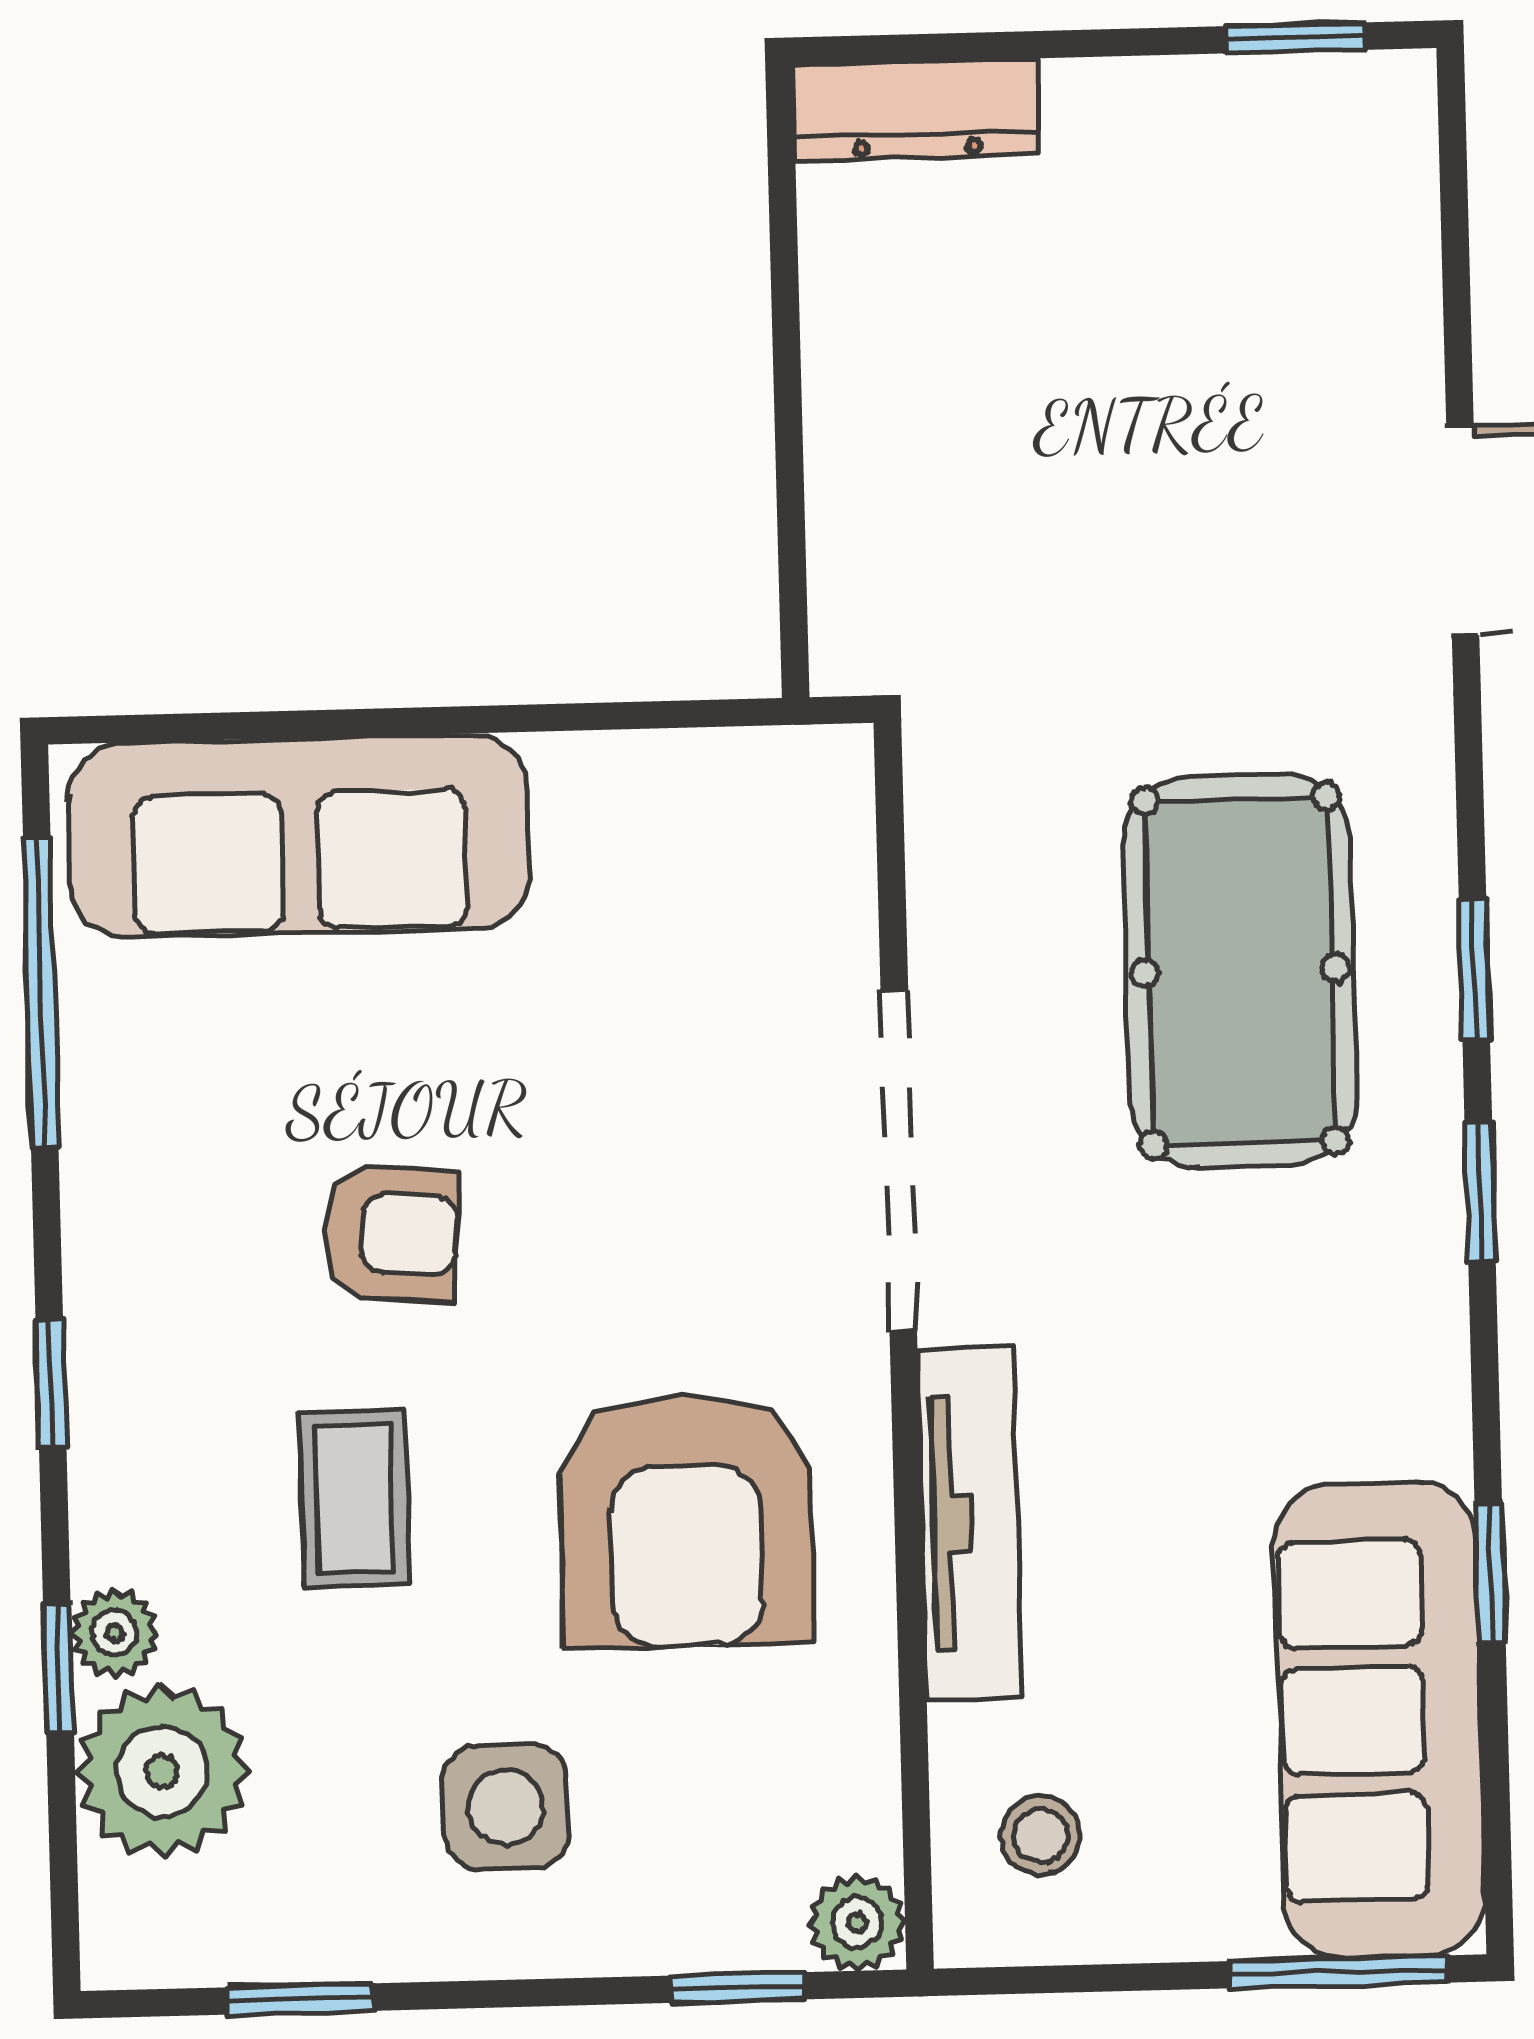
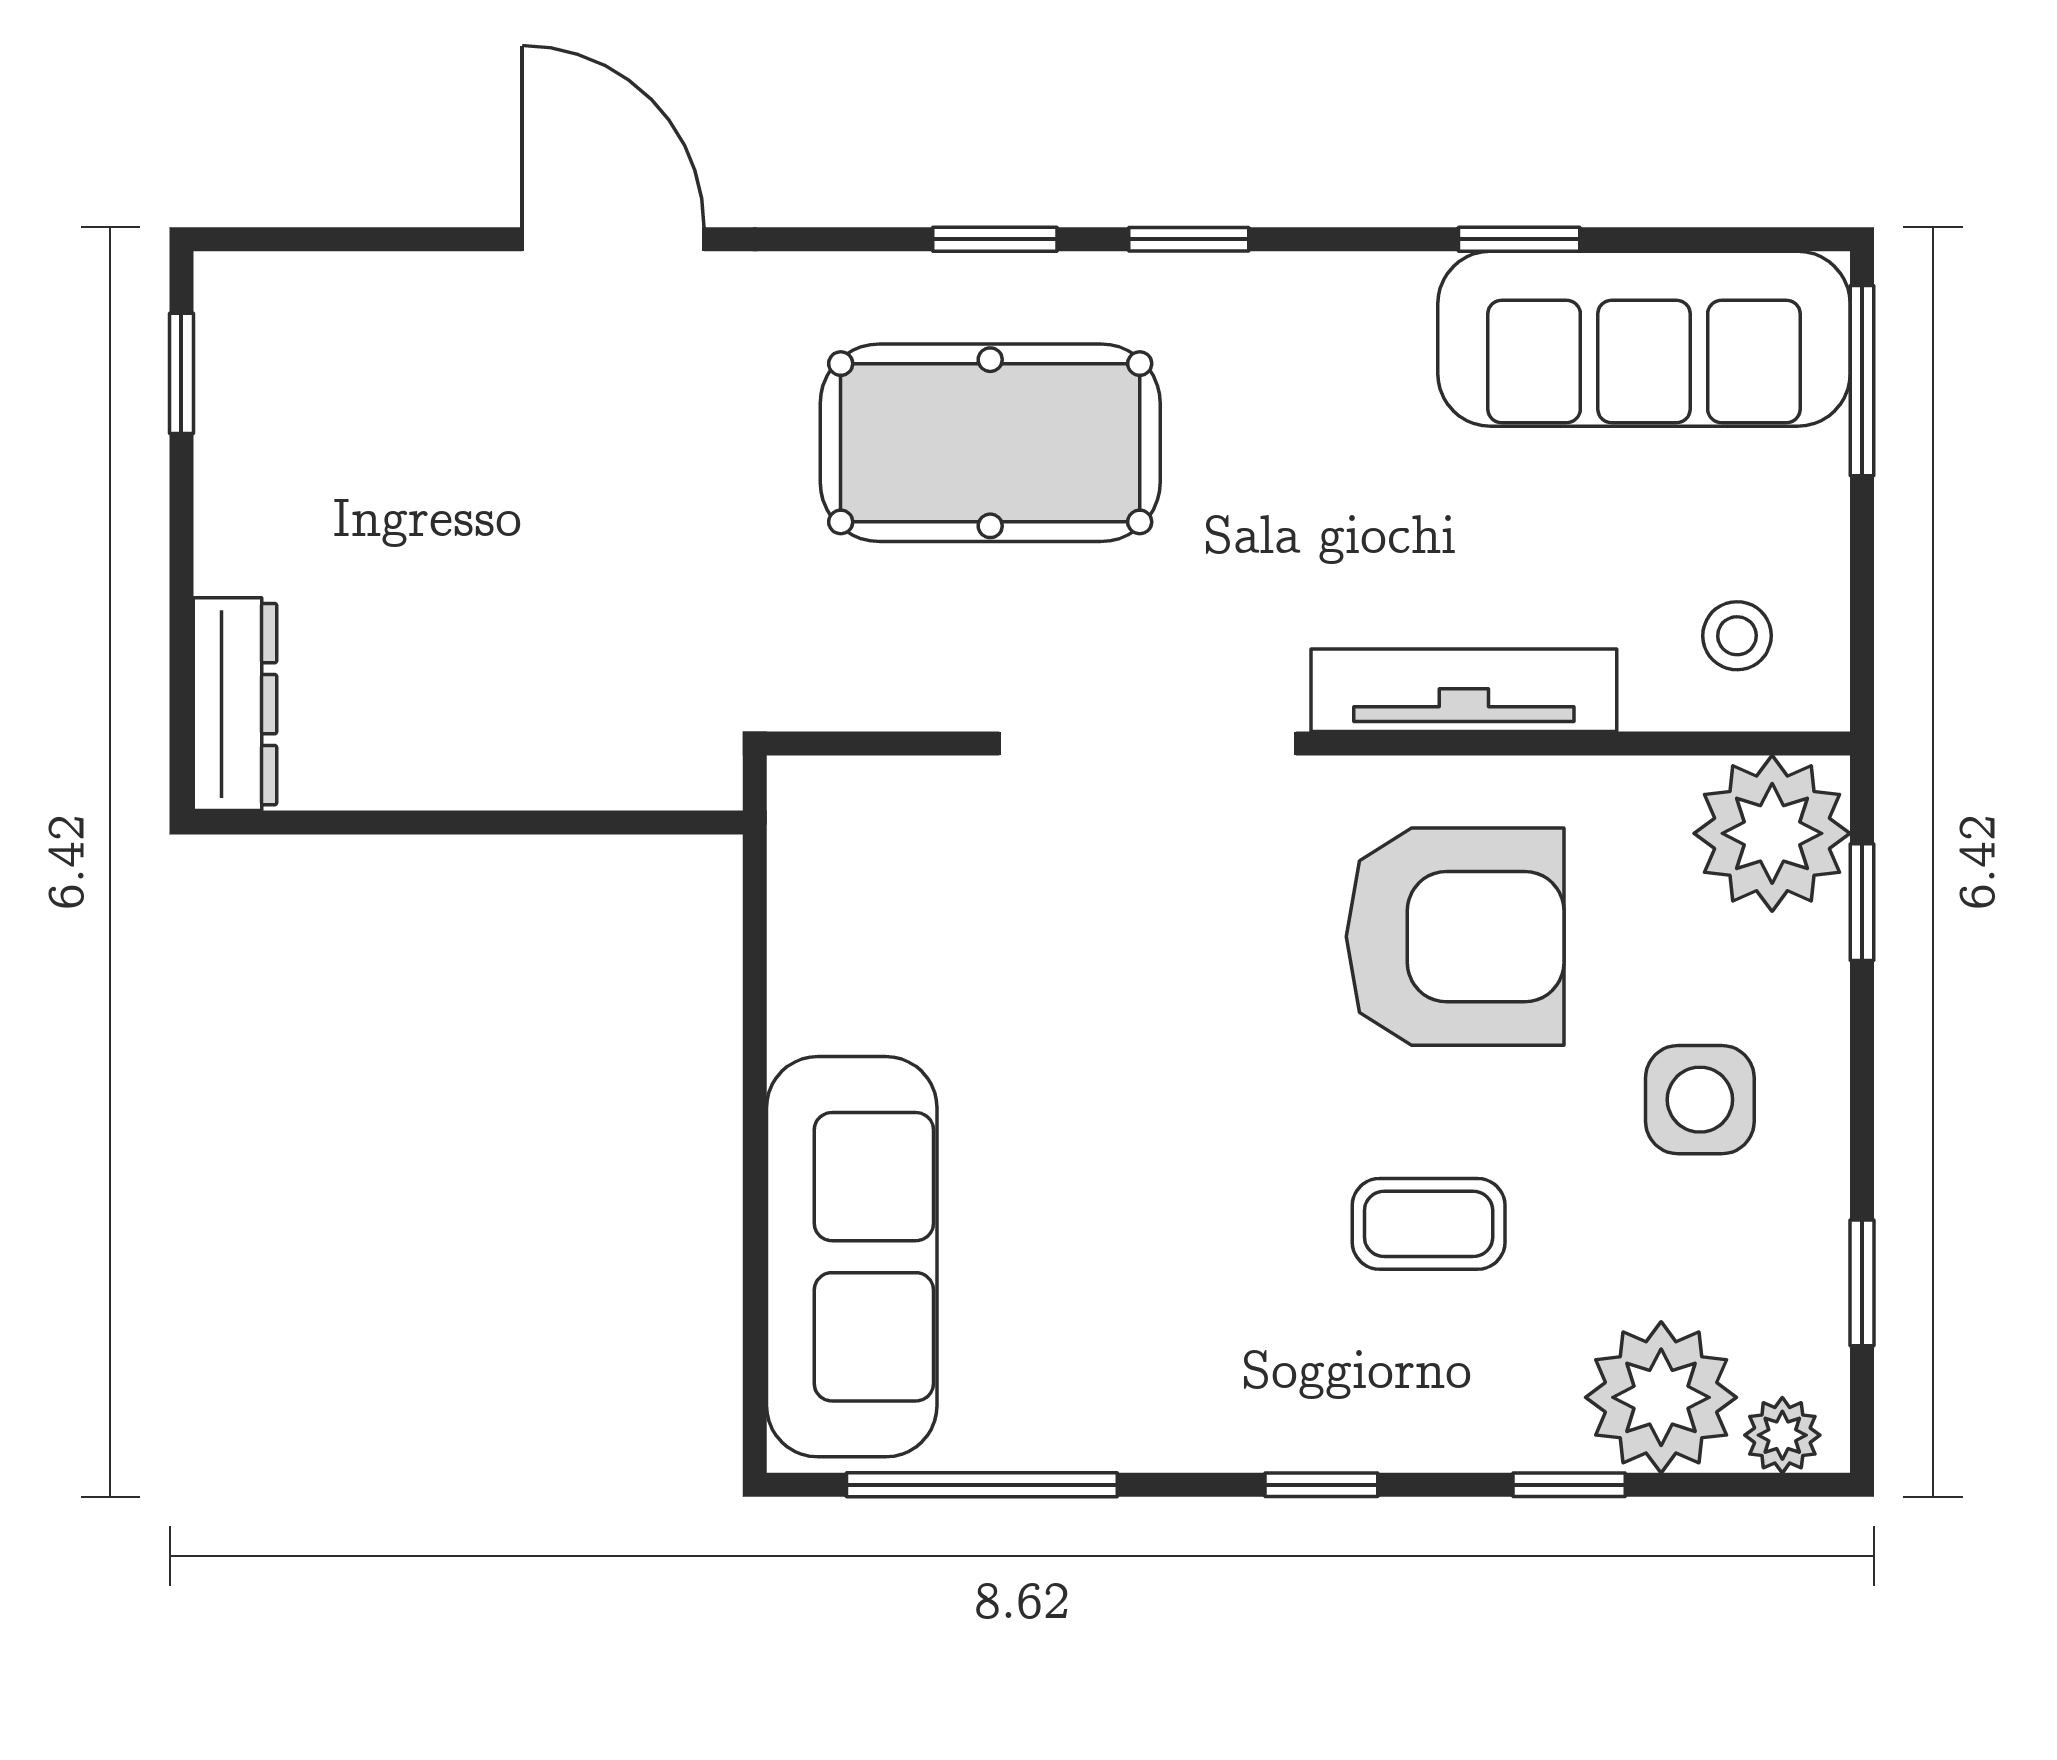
armchair: (391, 1233) -> (1199, 1186), removed
plant: (115, 1633) -> (1782, 1435), moved
plant: (857, 1923) -> (1772, 833), width x1.87, depth x1.87

